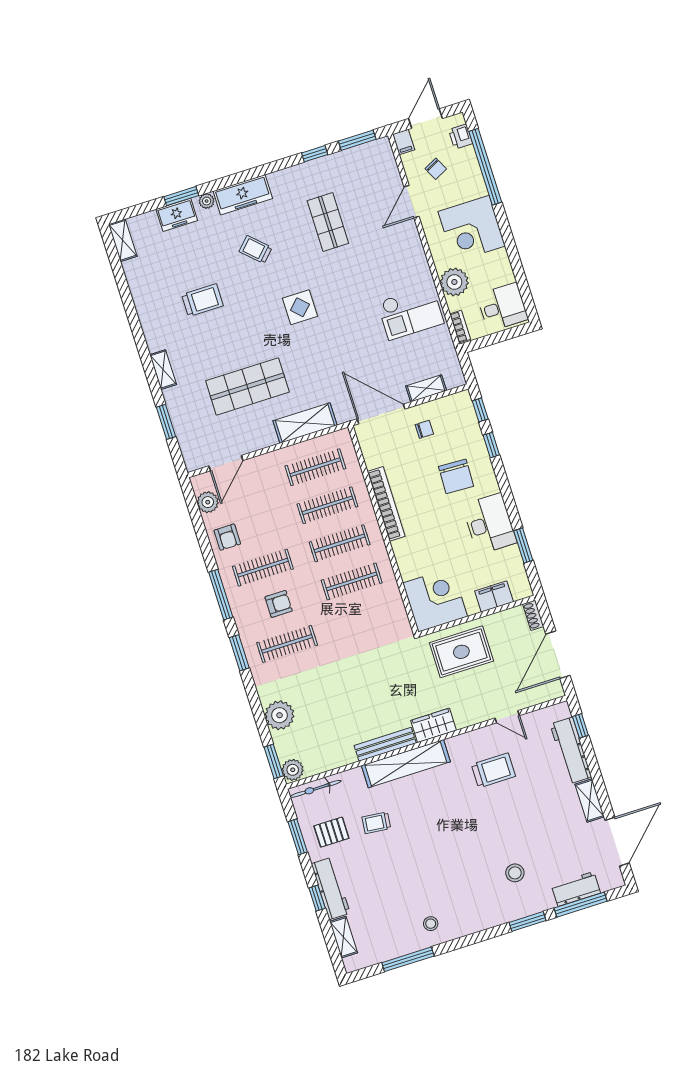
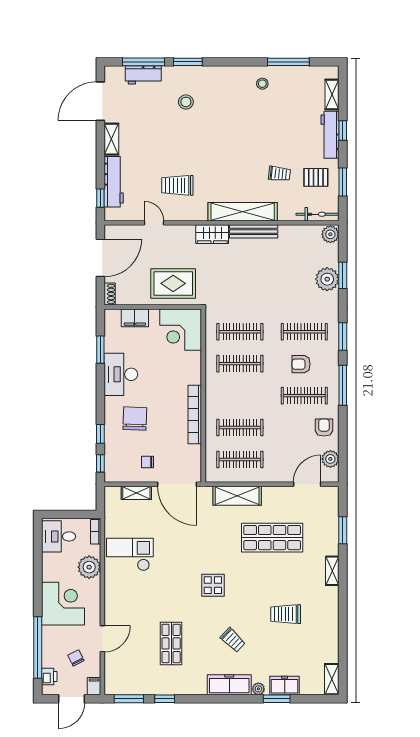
clothes rail: (340, 543) -> (240, 332), moved
window: (274, 761) -> (343, 275), moved

